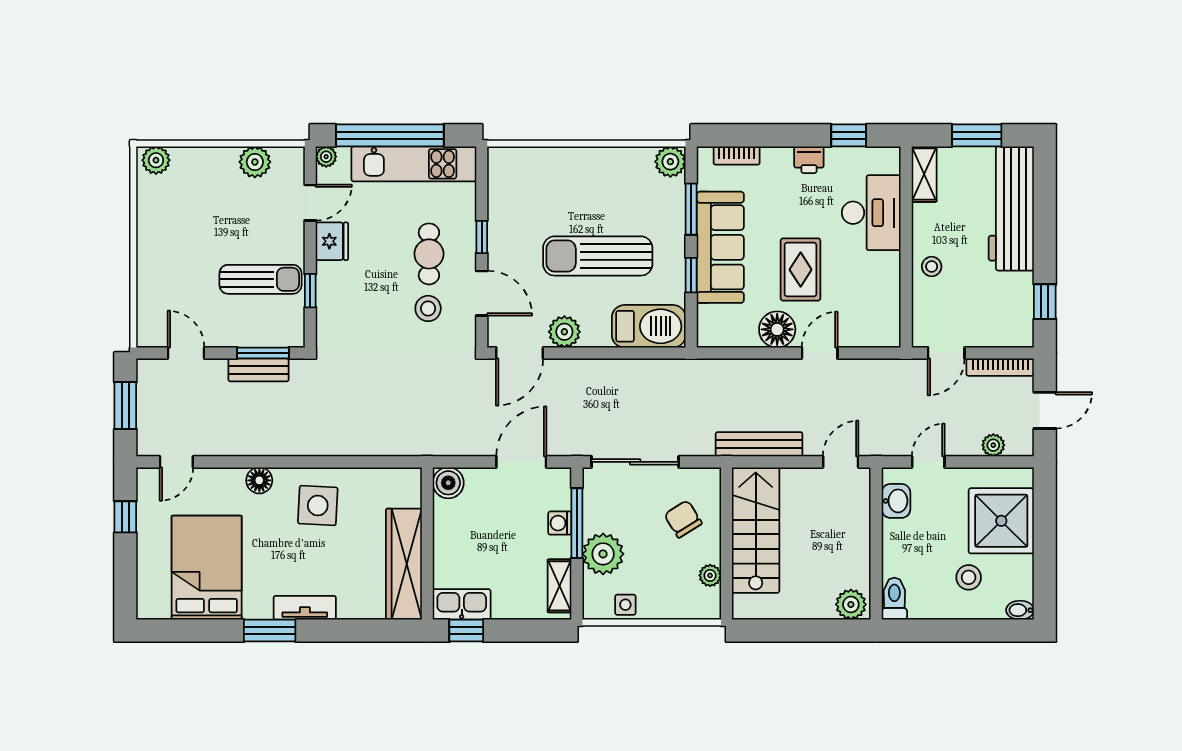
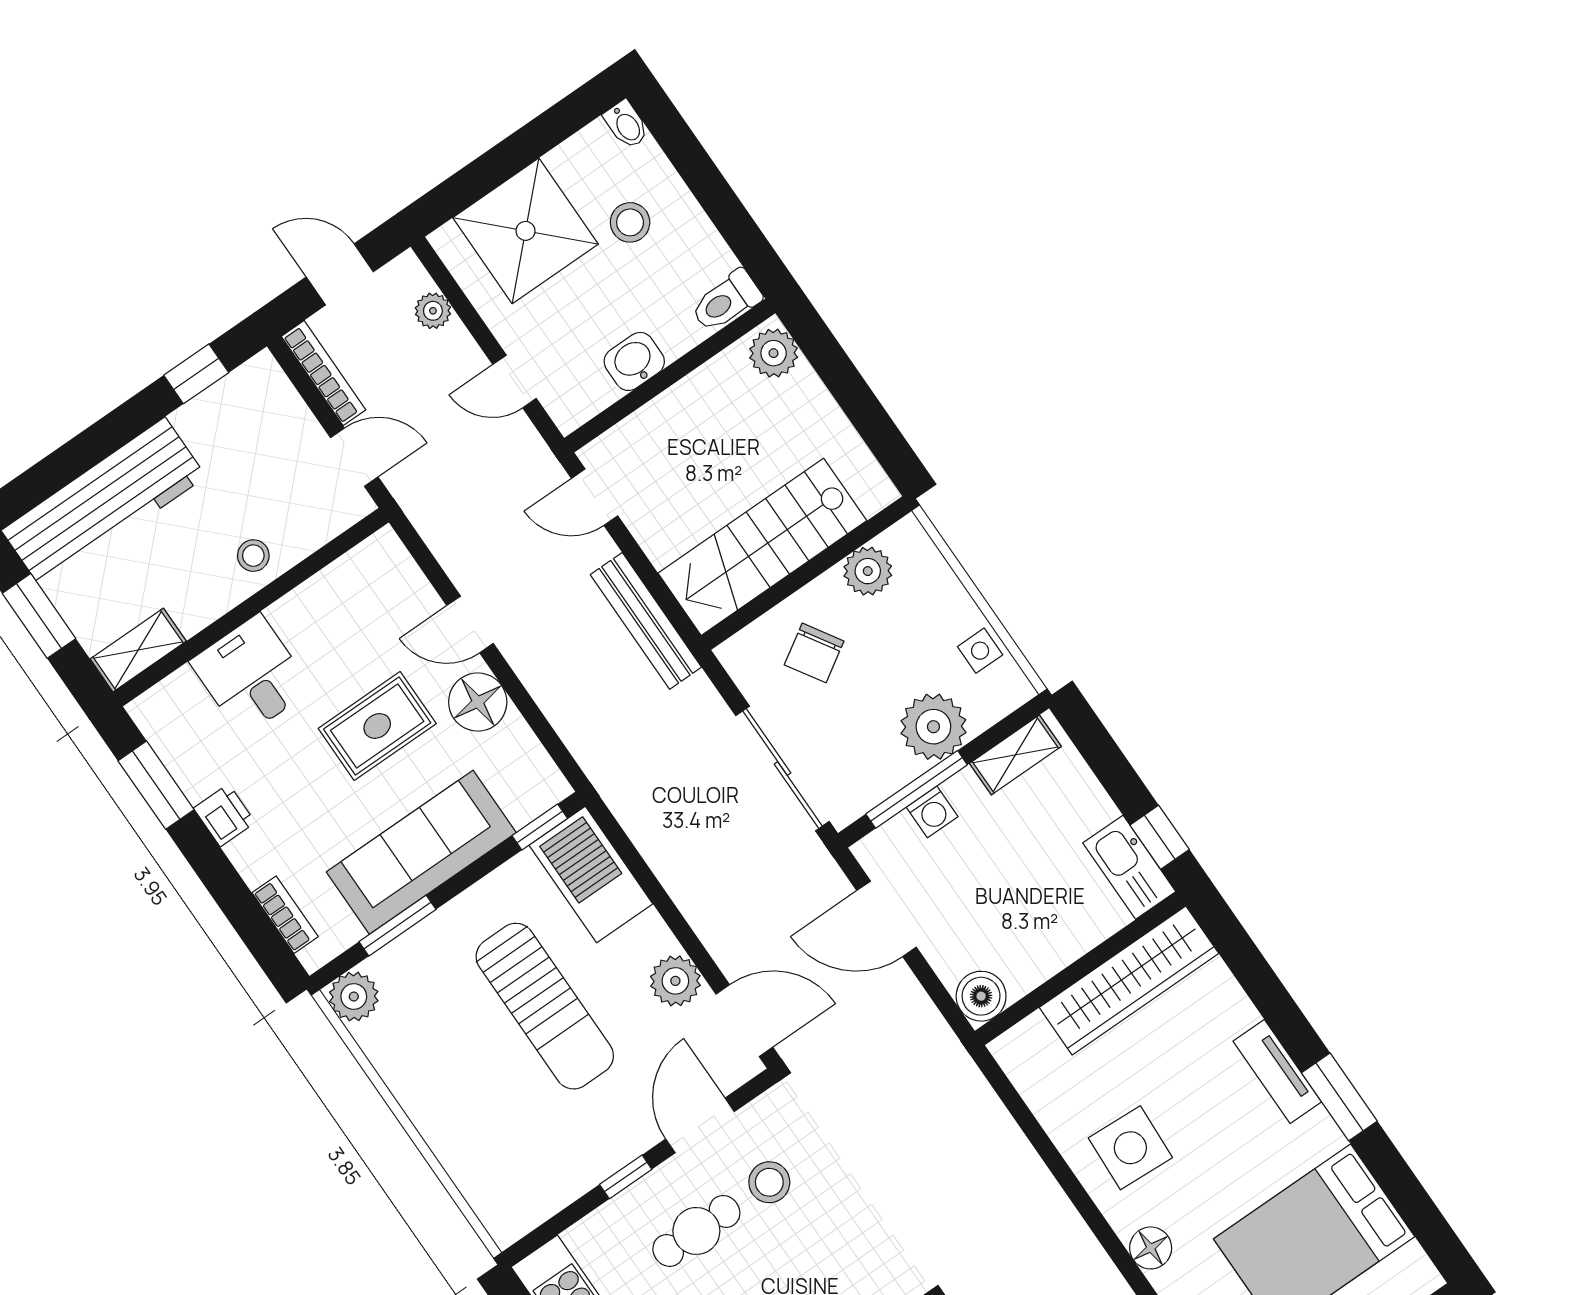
window: (849, 135) -> (156, 785), width x1.50
desk: (871, 213) -> (251, 675), width x0.73
window: (691, 275) -> (540, 827), moved
washbasin: (896, 501) -> (634, 361), moved
plant: (710, 575) -> (868, 571), width x1.38, depth x1.38

